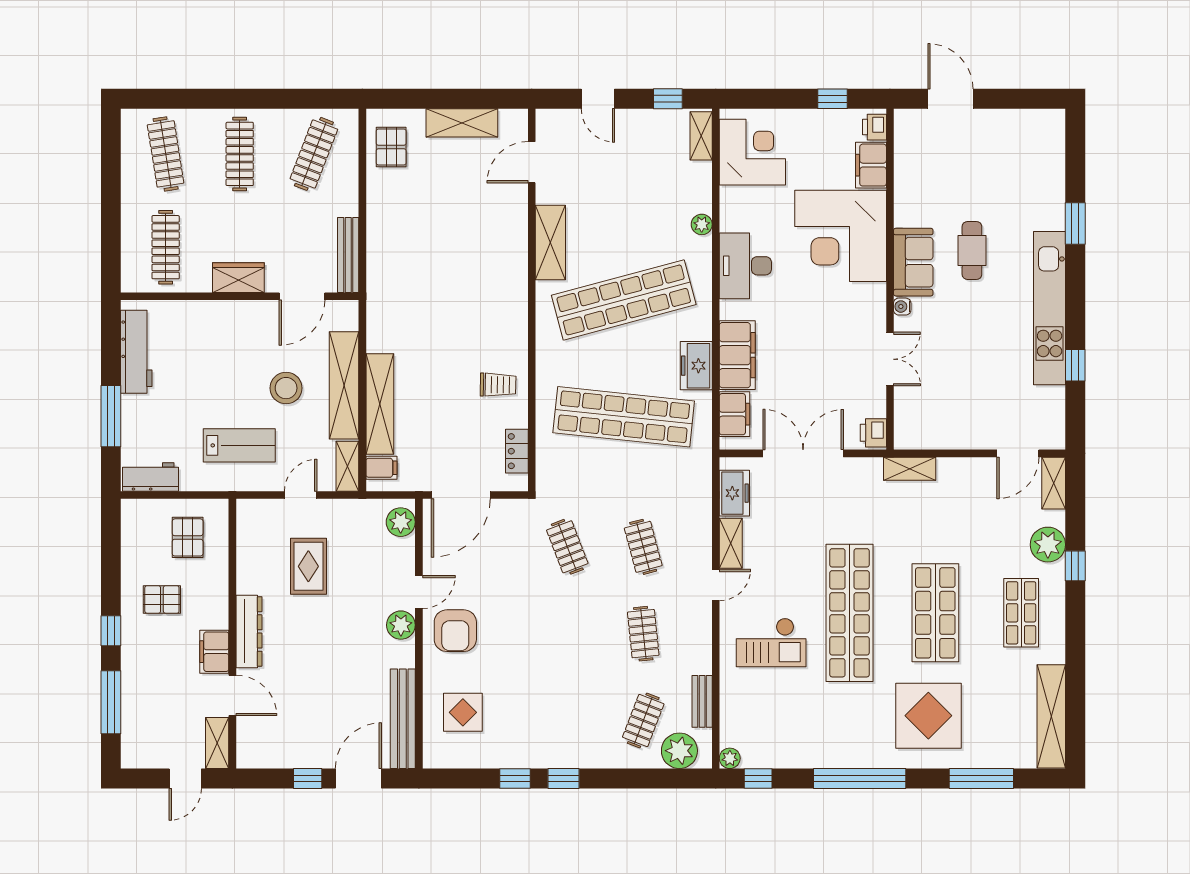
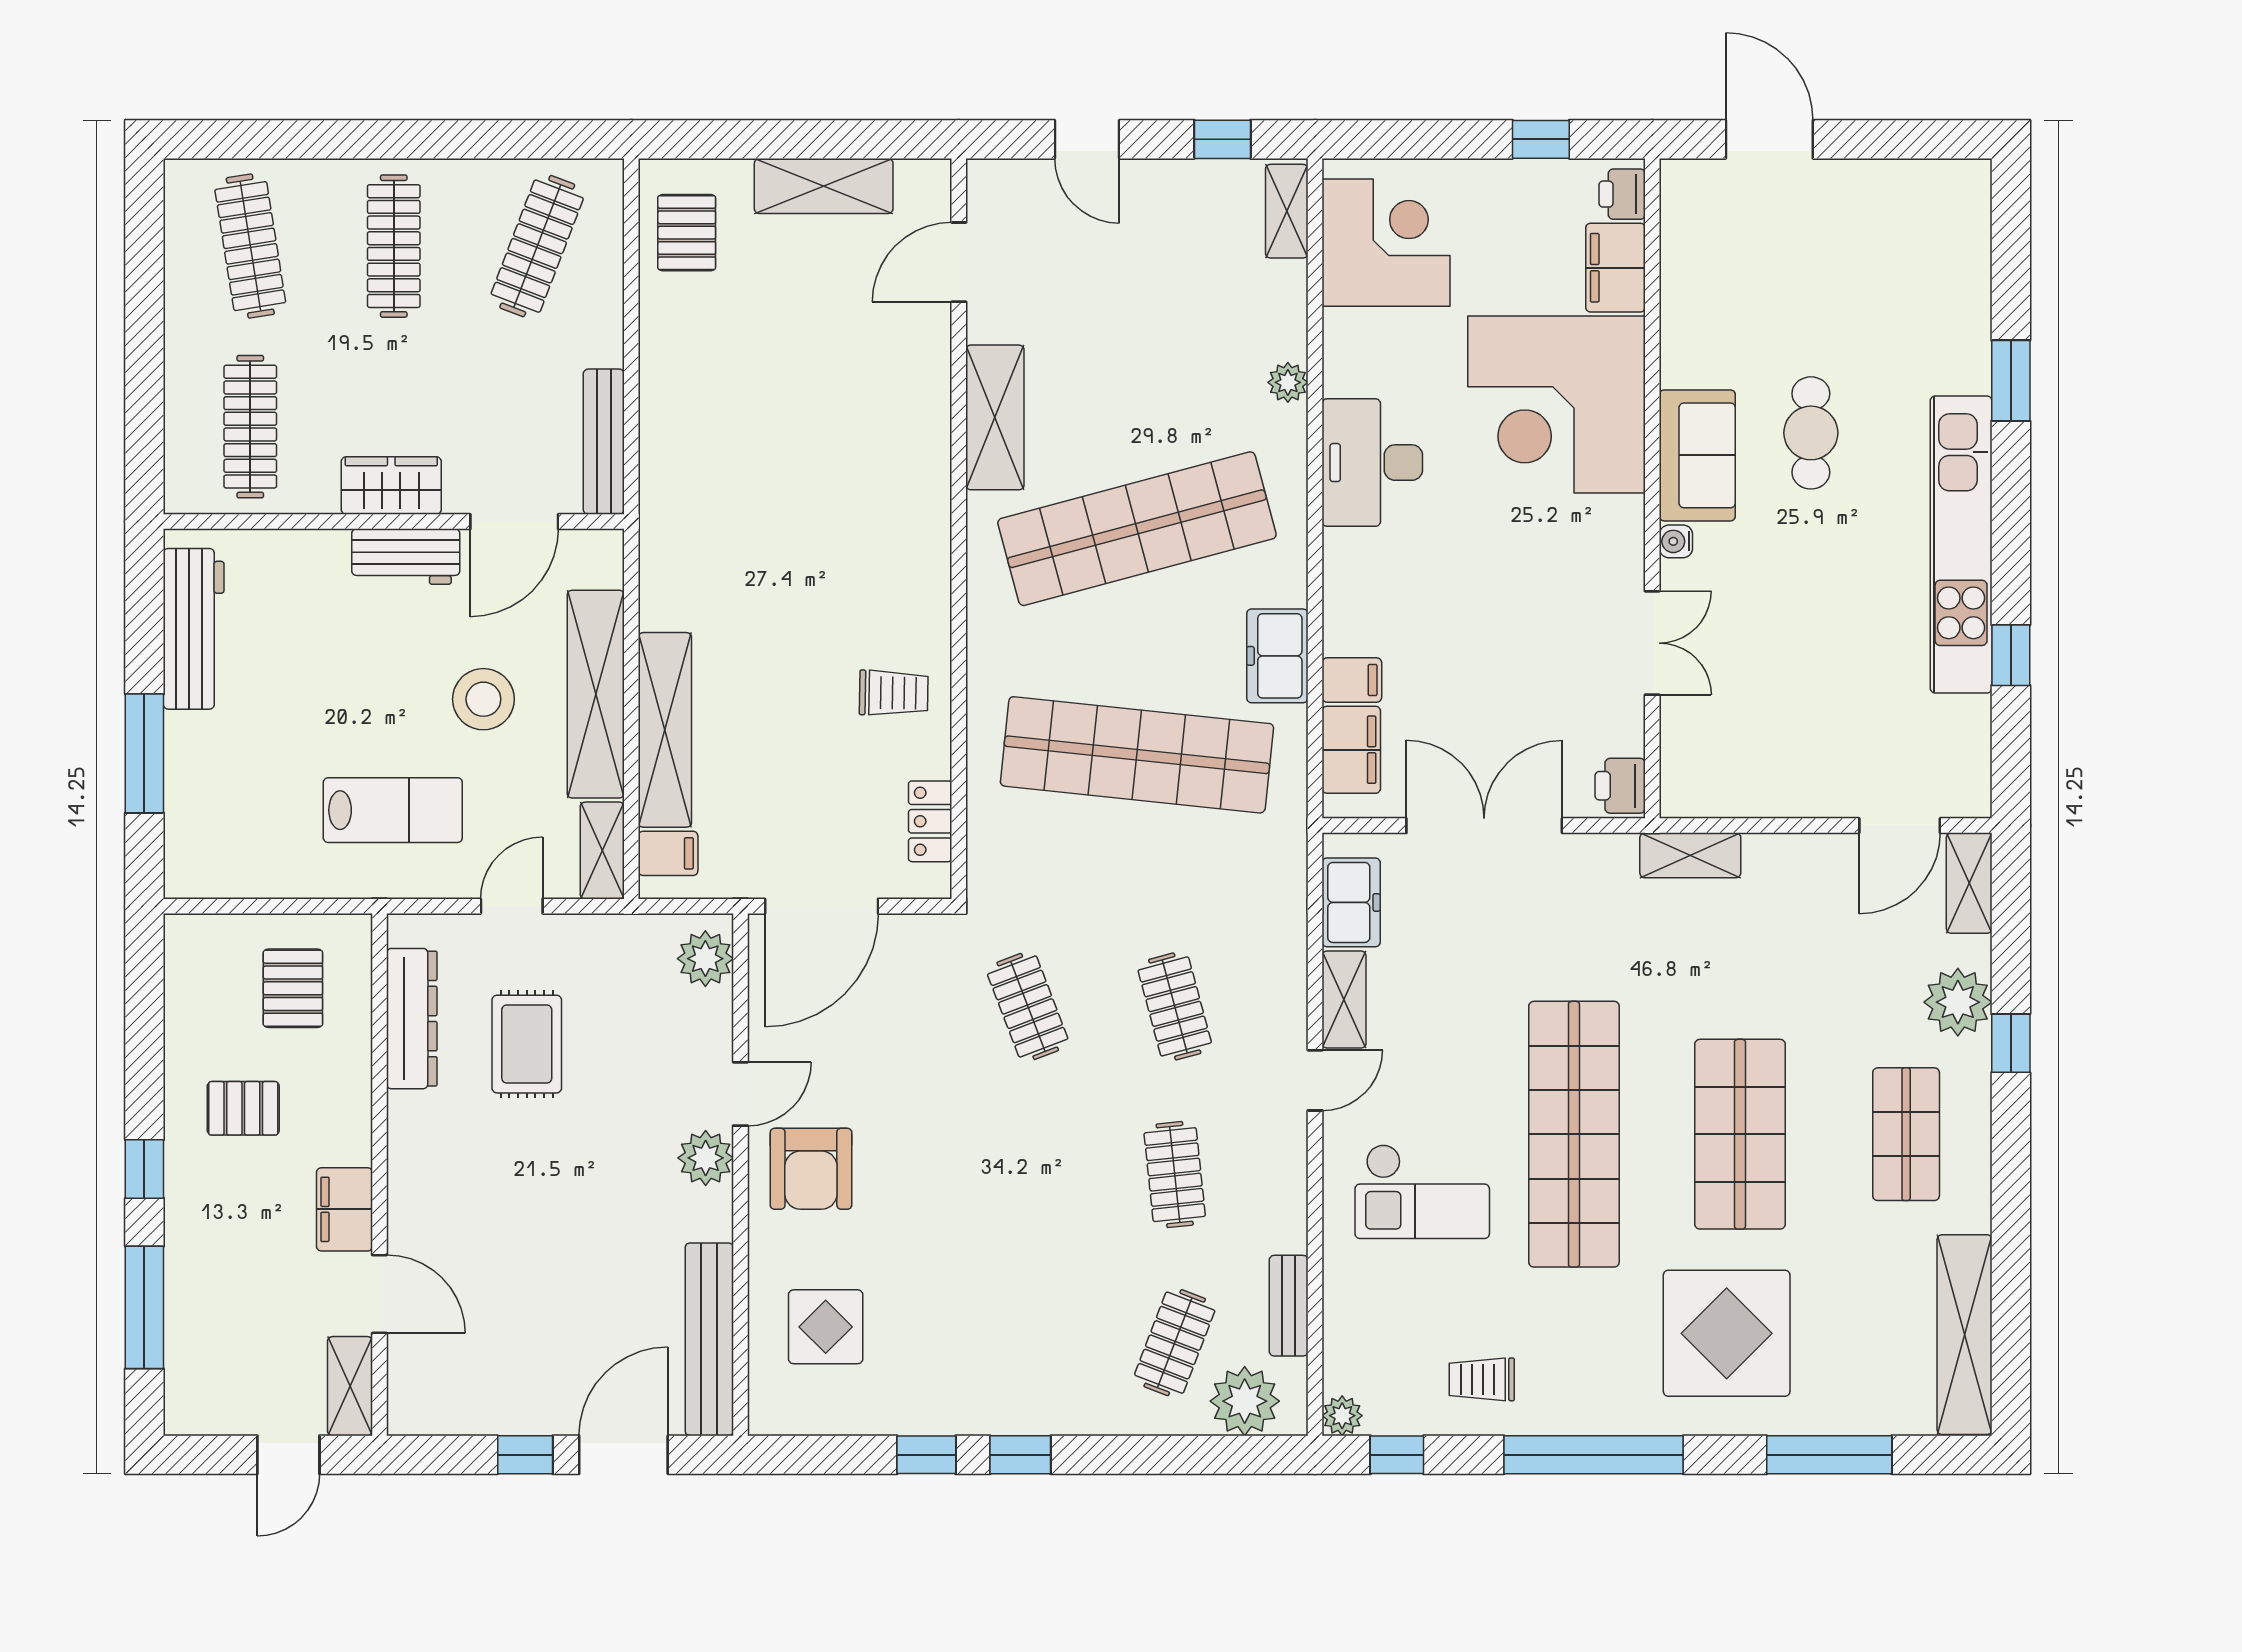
filing cabinet: (737, 355) -> (1352, 680), width x0.33, depth x0.86
workbench: (150, 477) -> (406, 557), moved, turned 180
dresser: (249, 631) -> (412, 1019), moved
trolley: (802, 739) -> (1482, 1379), added

